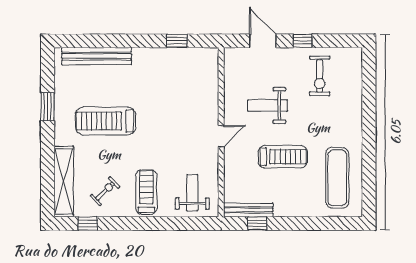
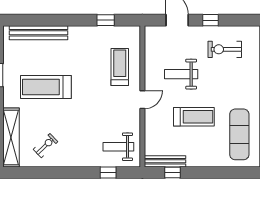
exercise bike: (320, 76) -> (225, 49), turned 90
treadmill: (146, 192) -> (120, 67), moved
weight bench: (192, 193) -> (118, 147), turned -90
window: (88, 223) -> (108, 172), moved

